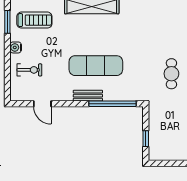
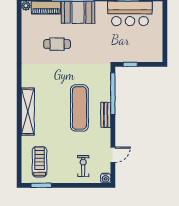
water cooler: (16, 47) -> (106, 178), moved
cafe table: (171, 74) -> (57, 44), moved
window: (146, 139) -> (130, 64), moved

